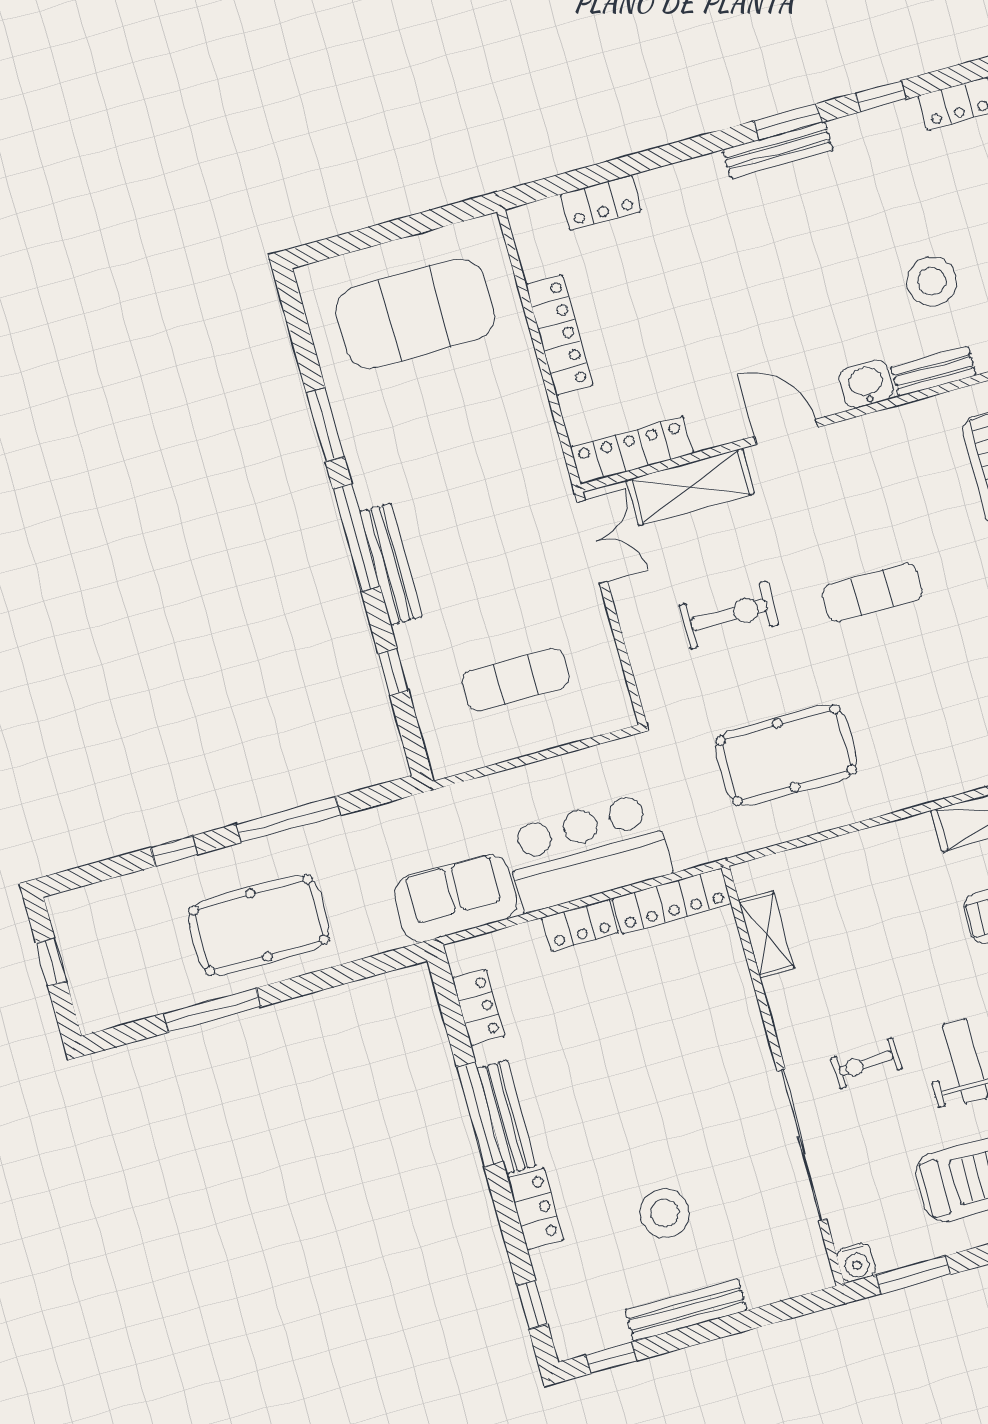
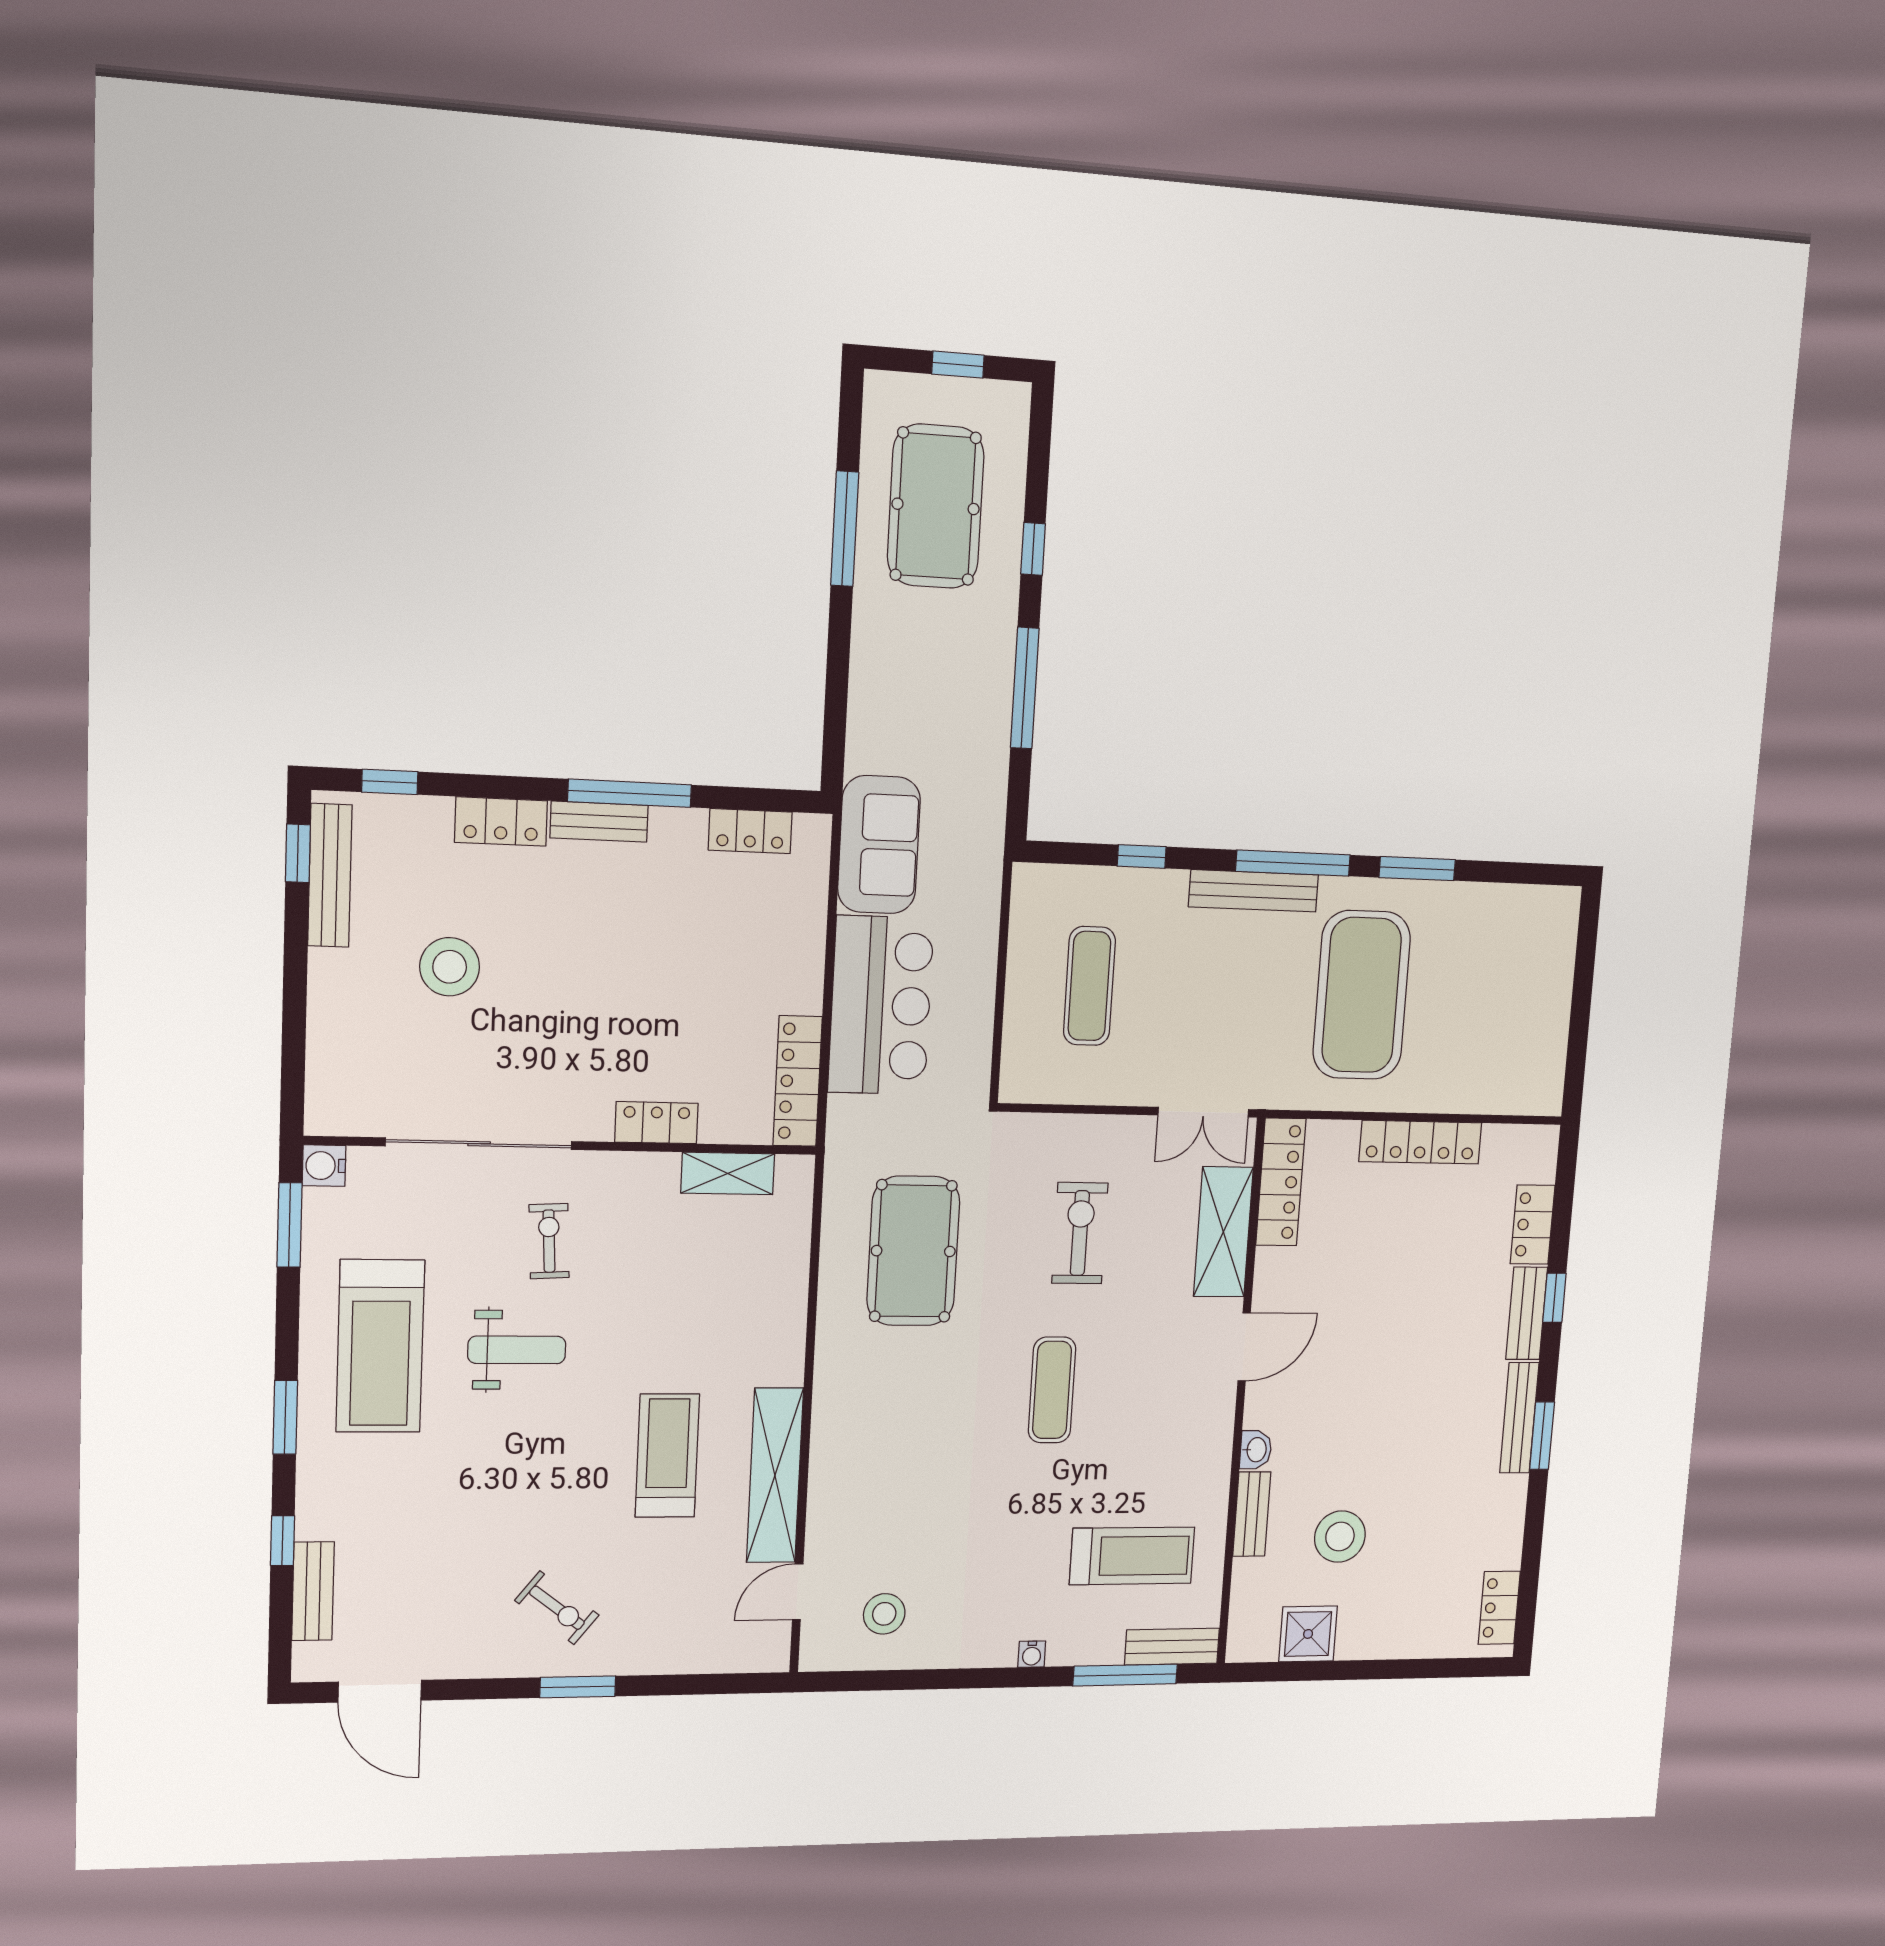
window: (881, 96) -> (1554, 1298), moved
bench: (682, 178) -> (1527, 1313), added
exercise mat: (415, 313) -> (1362, 995), moved
washbasin: (866, 384) -> (1256, 1450), width x0.72, depth x0.69
exercise bike: (729, 615) -> (1080, 1233), turned 180
pool table: (259, 925) -> (936, 506), moved
locker: (580, 925) -> (656, 1123), moved, turned 90
bench: (506, 1117) -> (599, 822), width x0.73
bench: (686, 1310) -> (330, 875), moved

